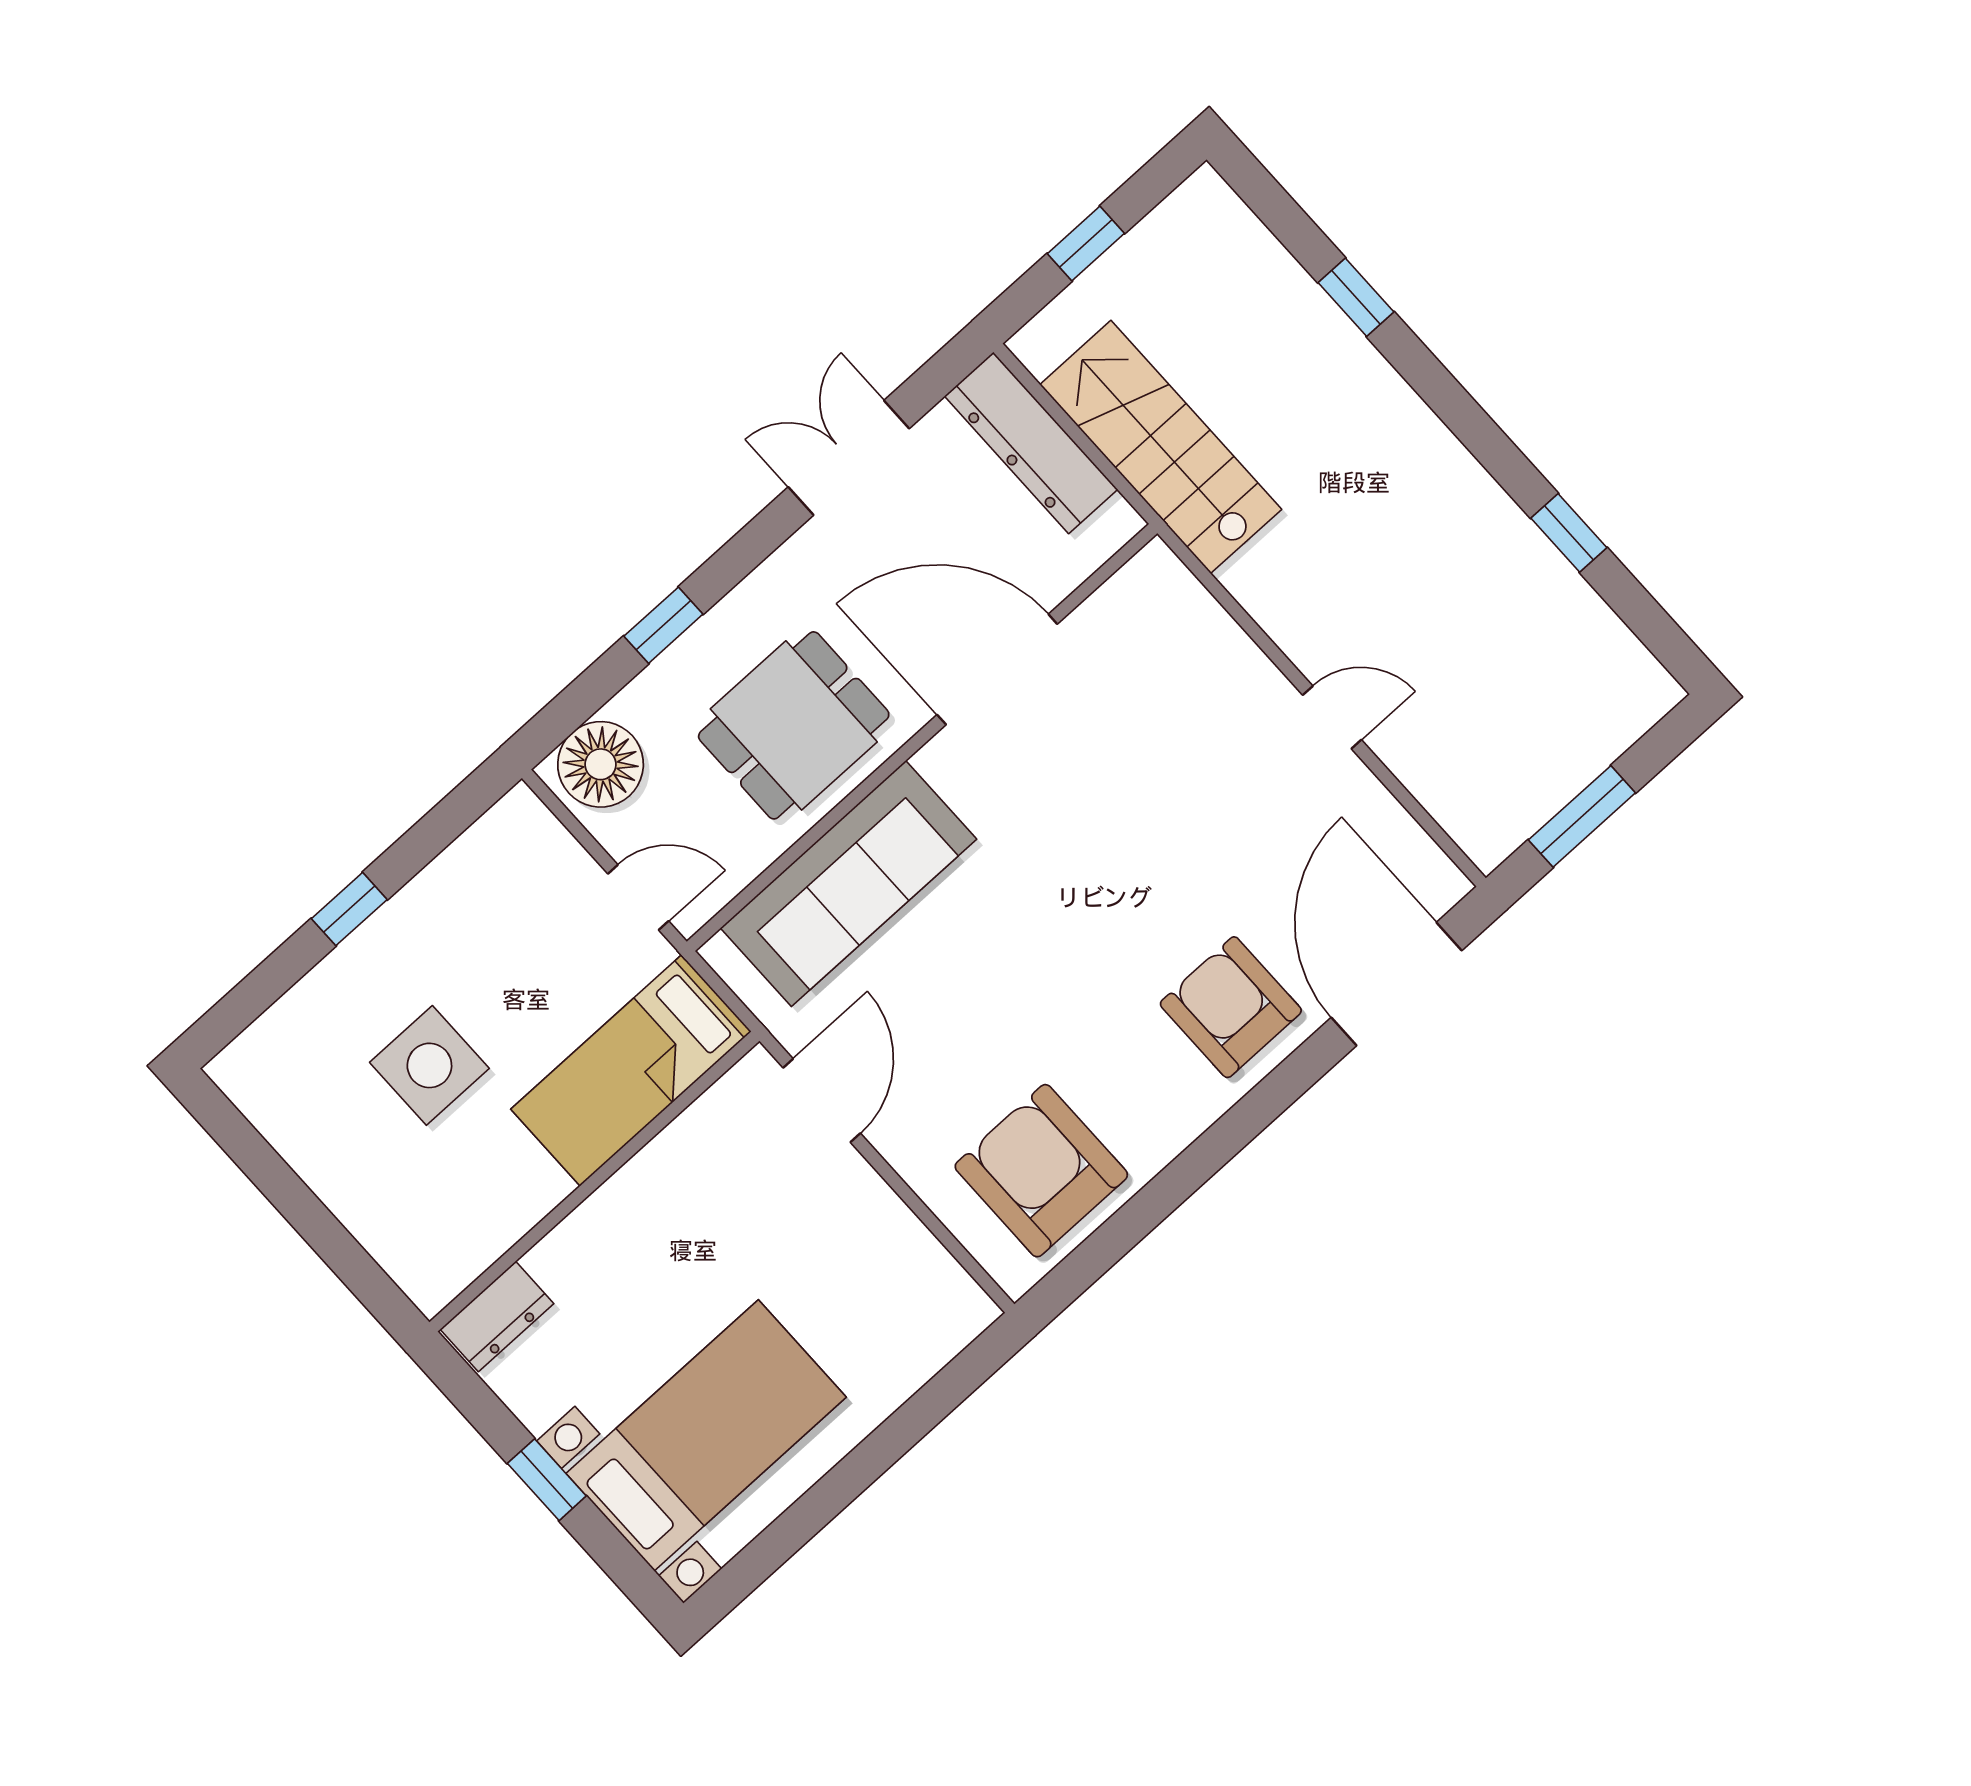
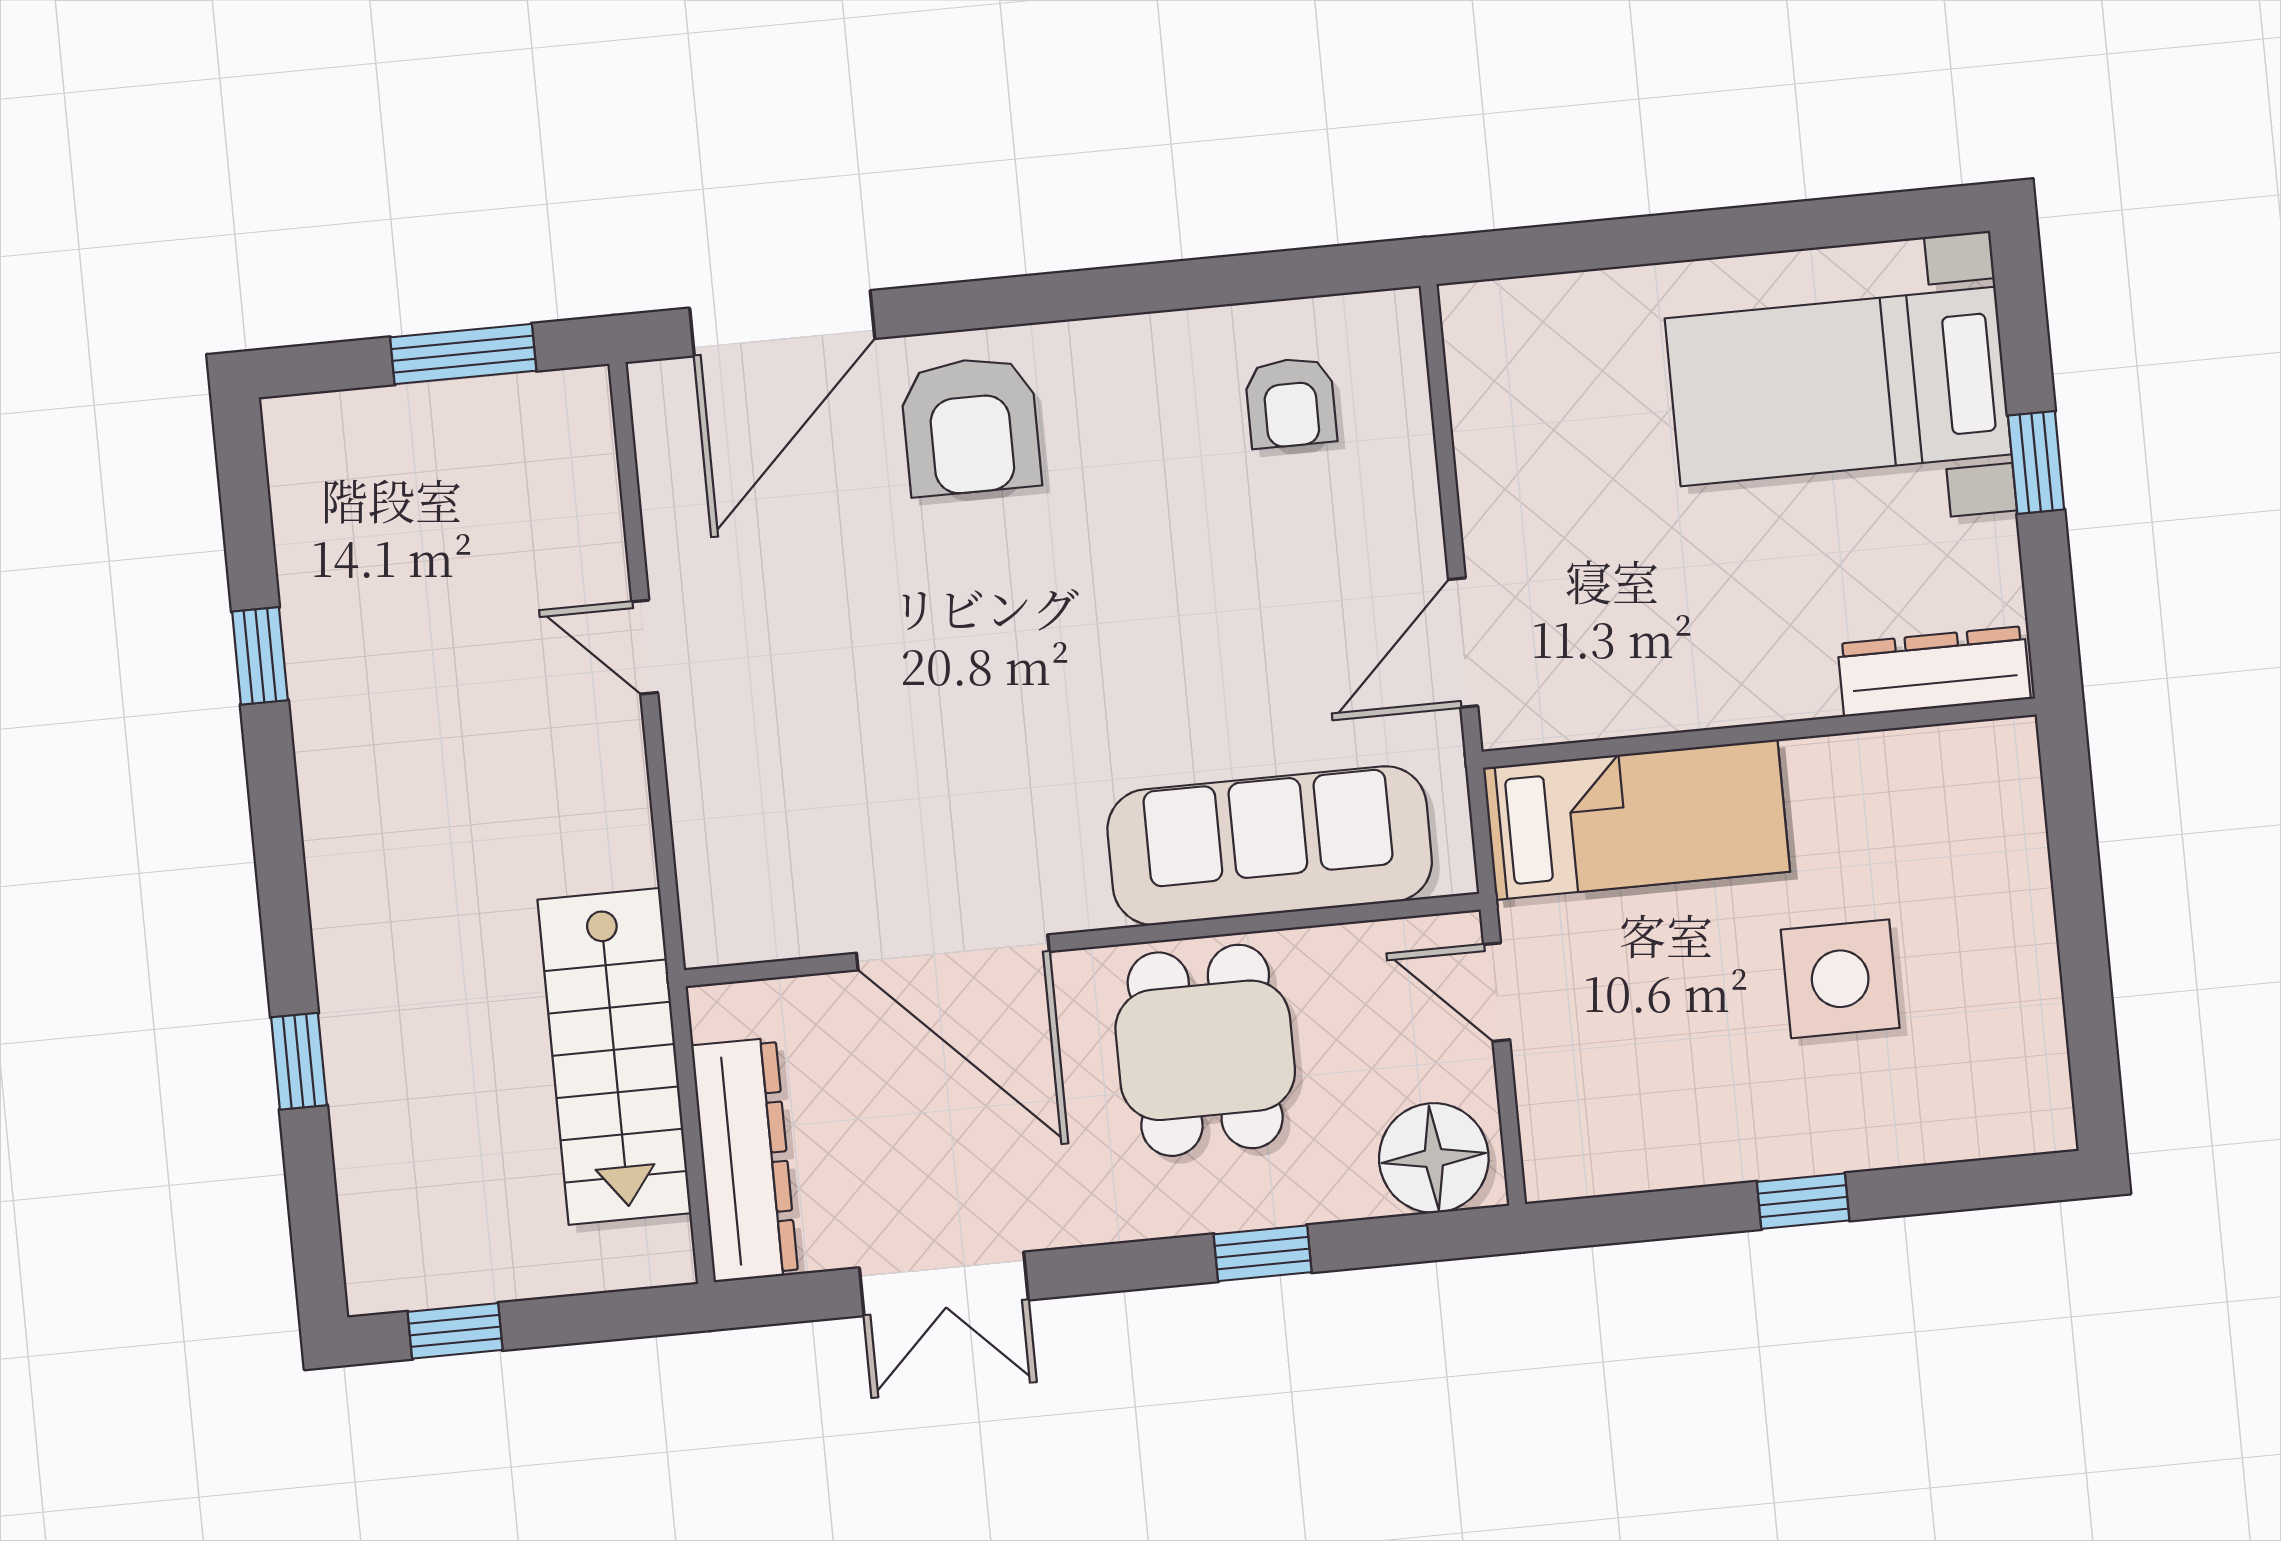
window: (1086, 243) -> (455, 1331), moved
dining table: (794, 725) -> (1205, 1050), turned 90
armchair: (1041, 1171) -> (1291, 403), width x0.53, depth x0.53
dresser: (497, 1316) -> (1934, 671), width x1.44

